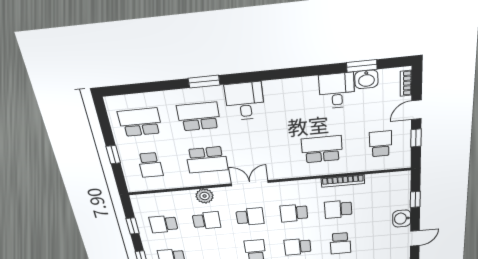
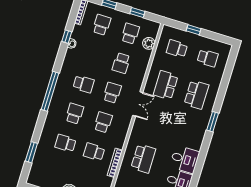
window: (204, 82) -> (213, 122), moved
desk: (245, 101) -> (185, 159), moved
school desk: (140, 122) -> (208, 58), width x0.54
plant: (205, 196) -> (149, 43), moved
school desk: (338, 209) -> (94, 152), turned -90
school desk: (250, 217) -> (112, 93), turned 180

